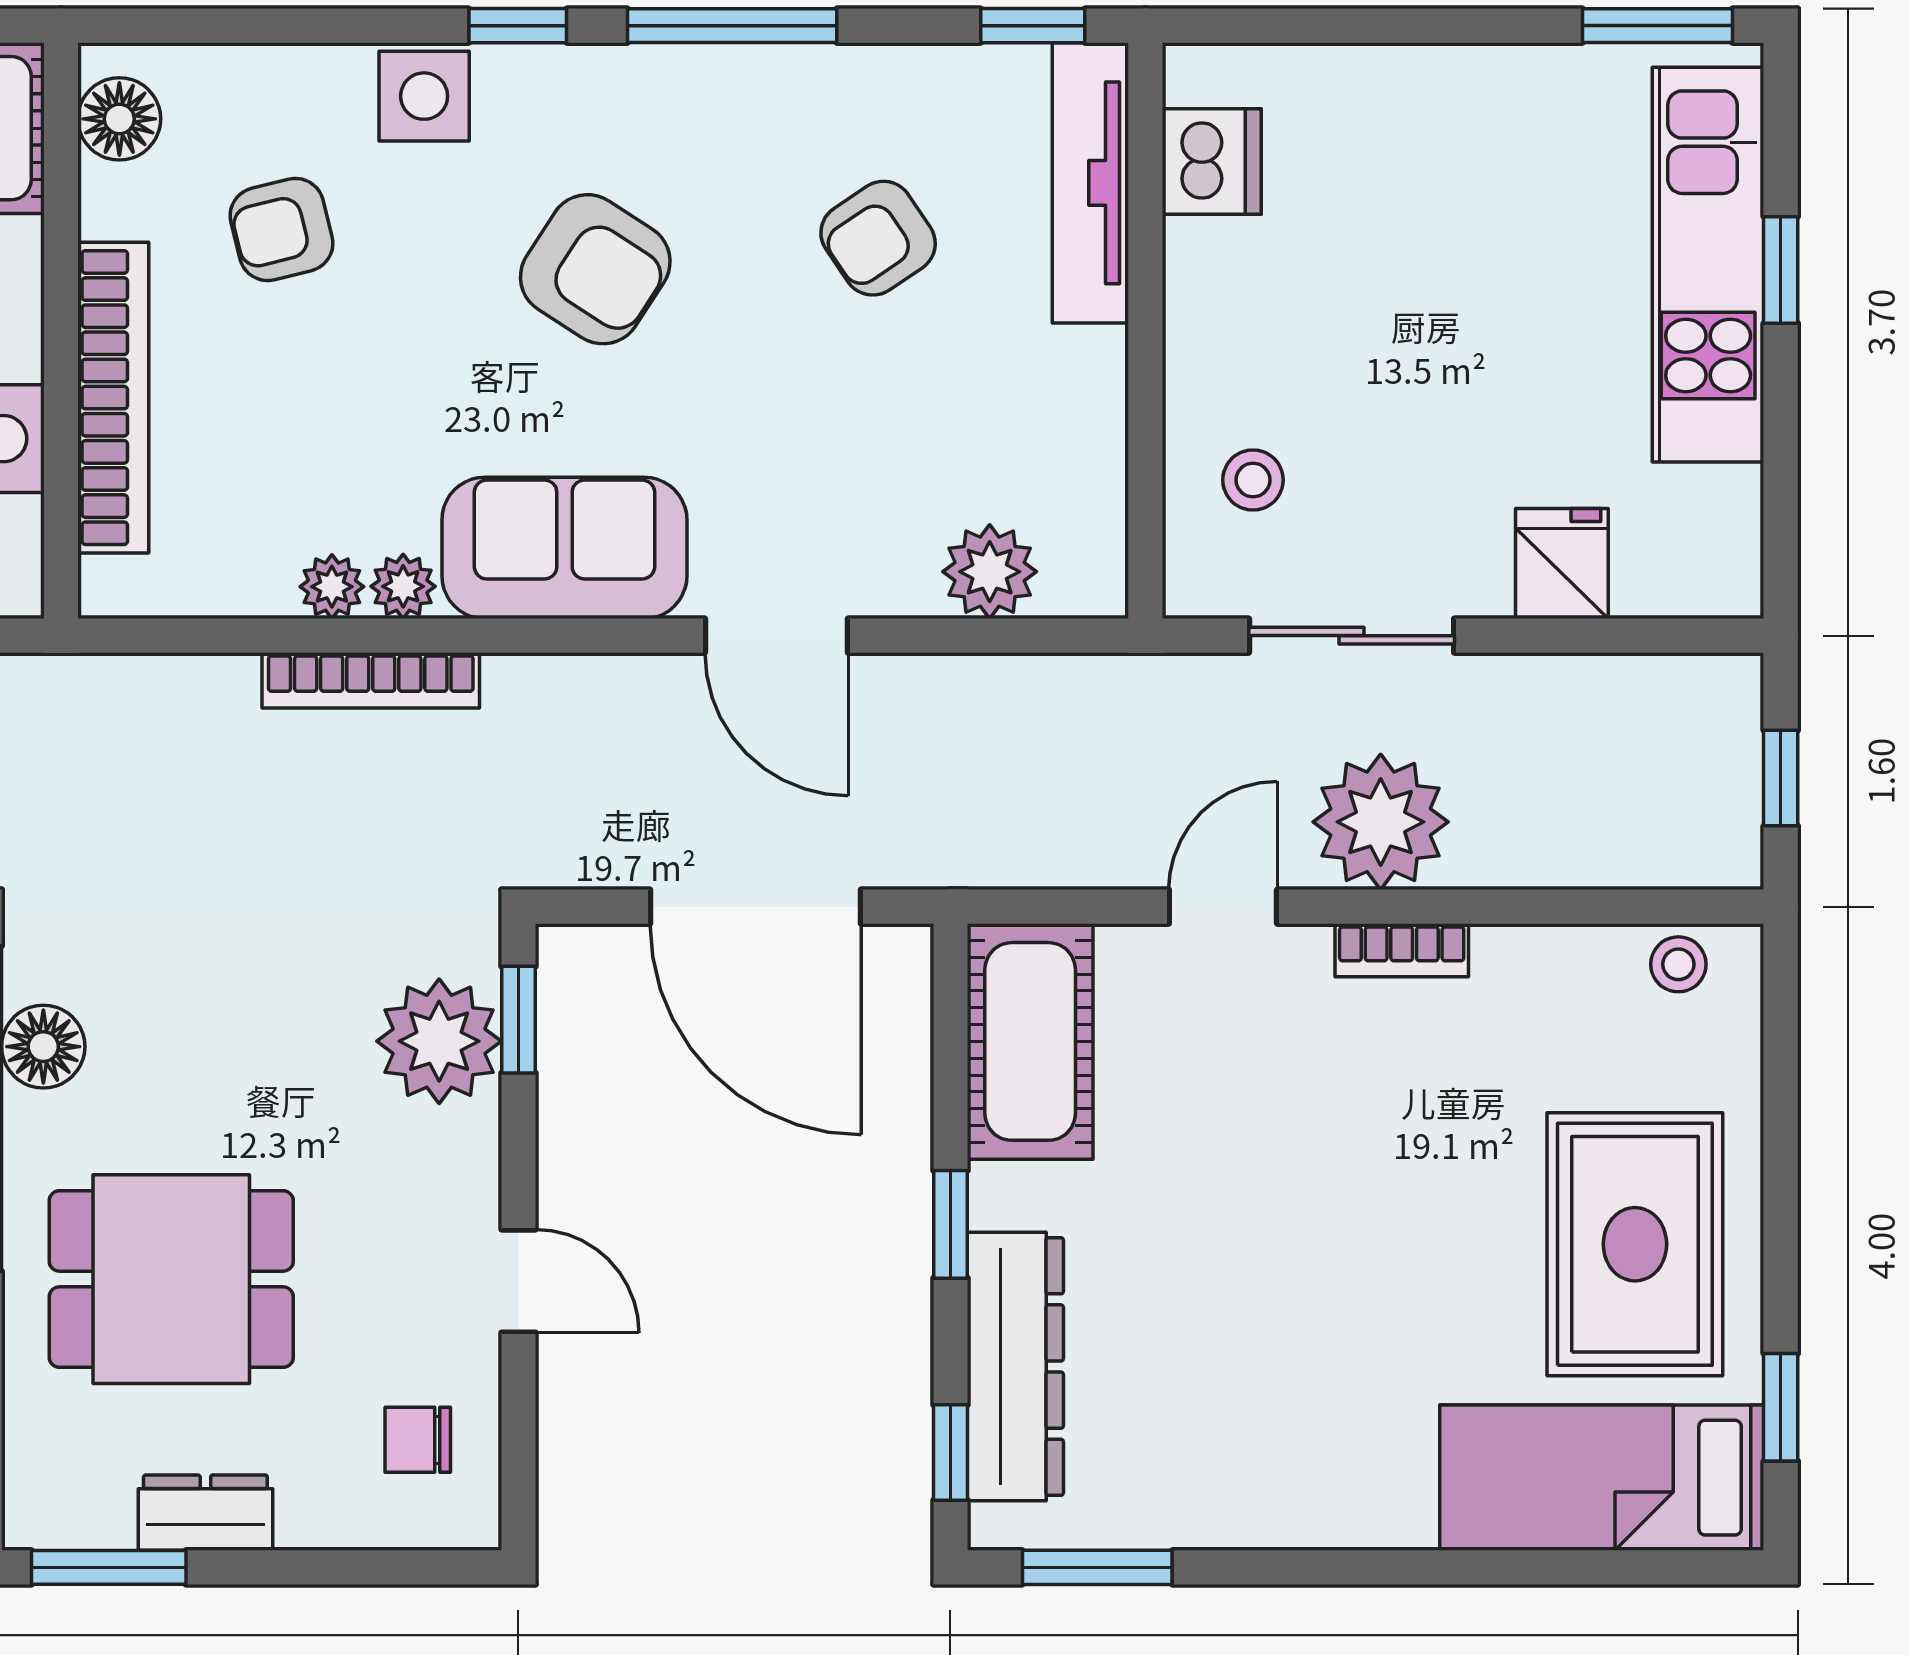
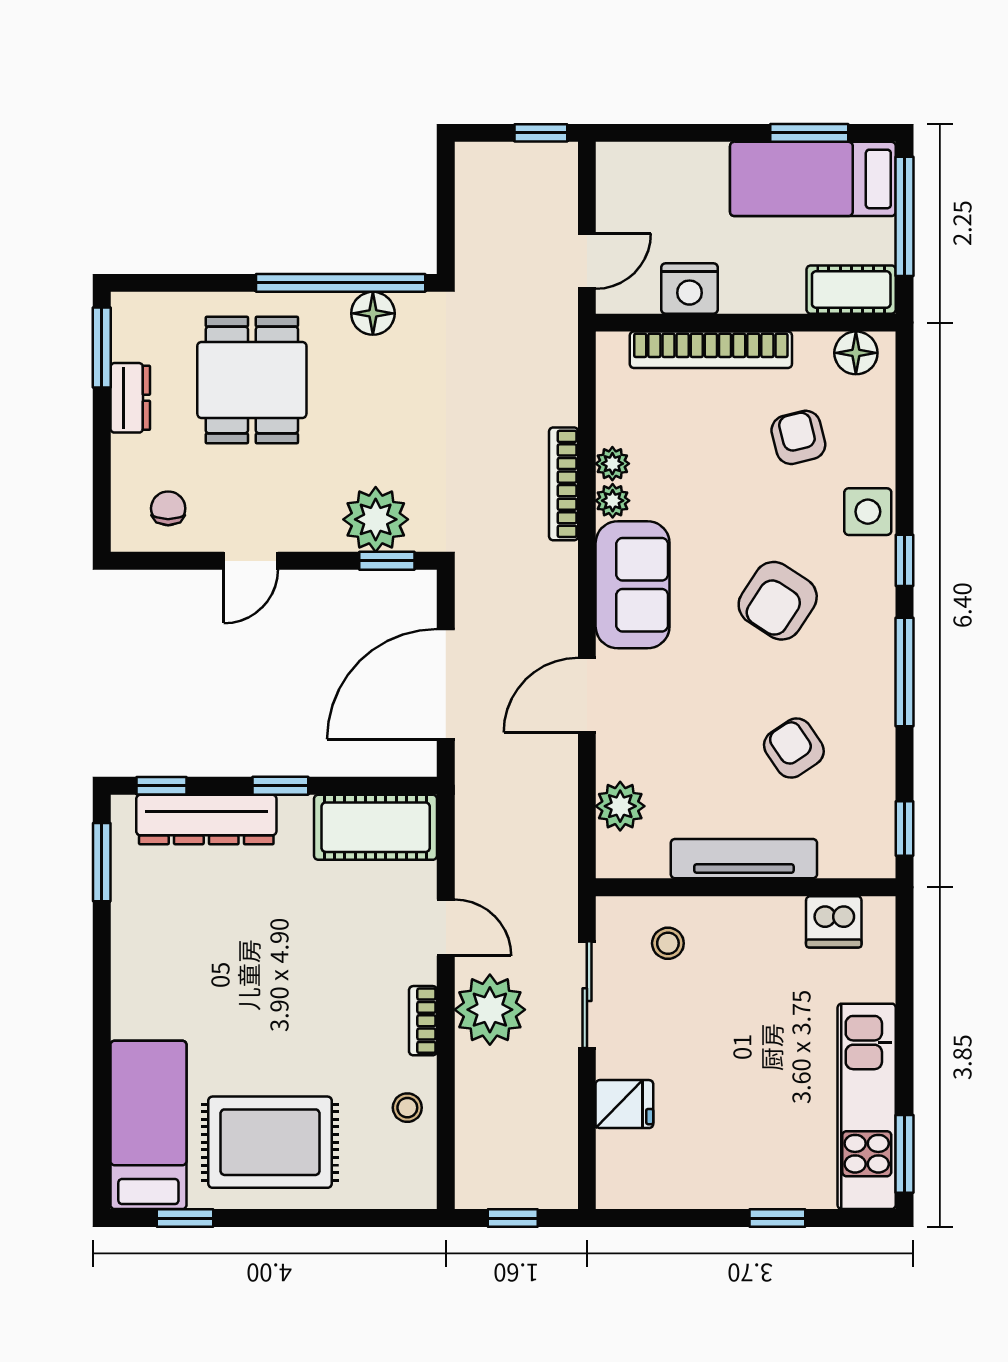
tv unit: (1090, 183) -> (744, 859), moved
kitchen unit: (1708, 265) -> (867, 1106), moved, turned -90
stool: (1678, 964) -> (407, 1108), moved

